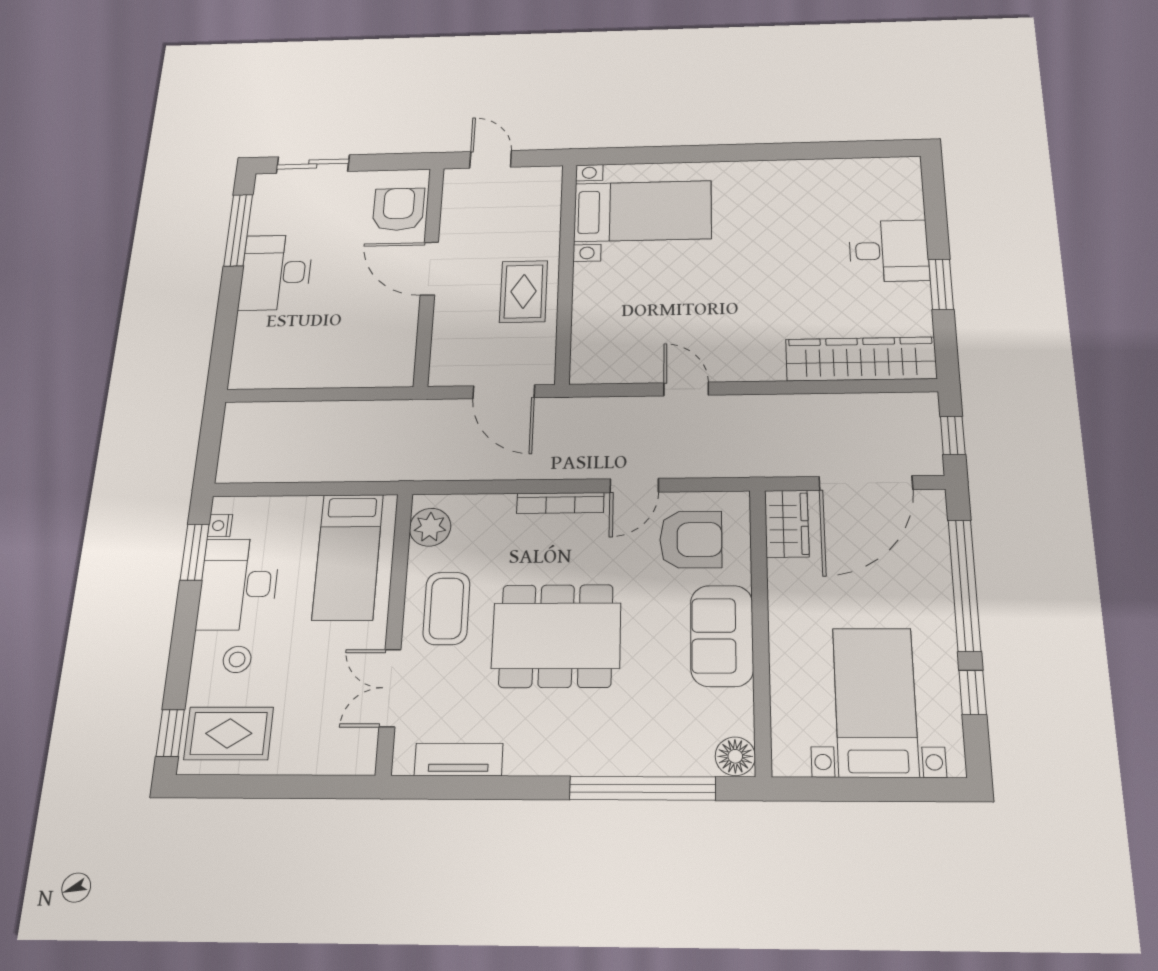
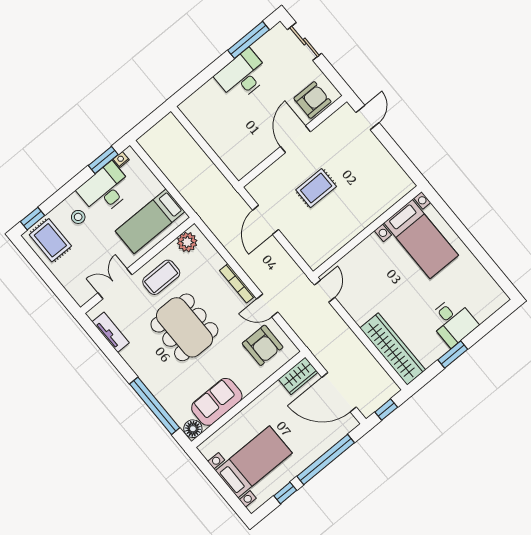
bed with nightstands: (643, 211) -> (421, 239), moved
wall: (566, 271) -> (367, 232), moved
sofa: (722, 636) -> (217, 402), moved

